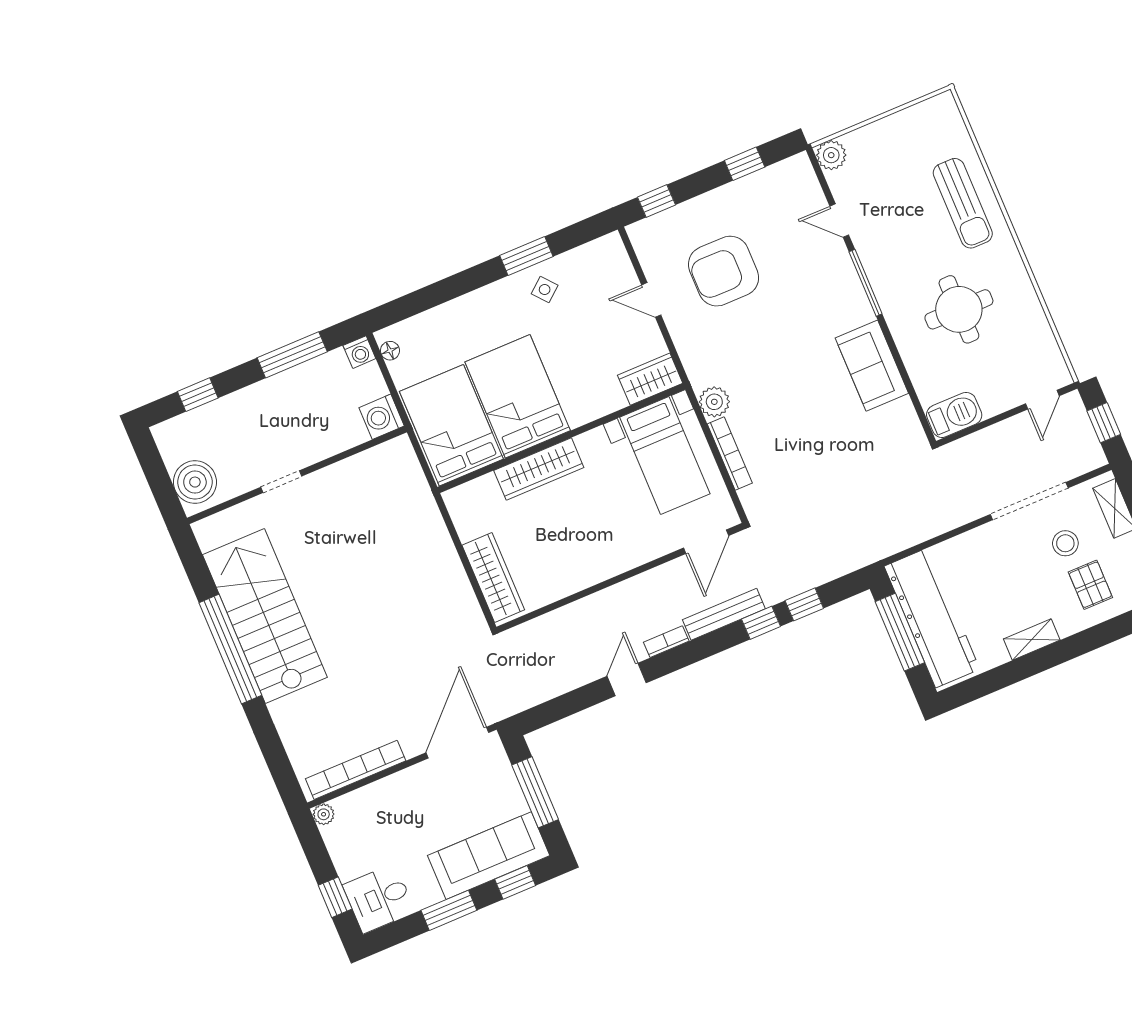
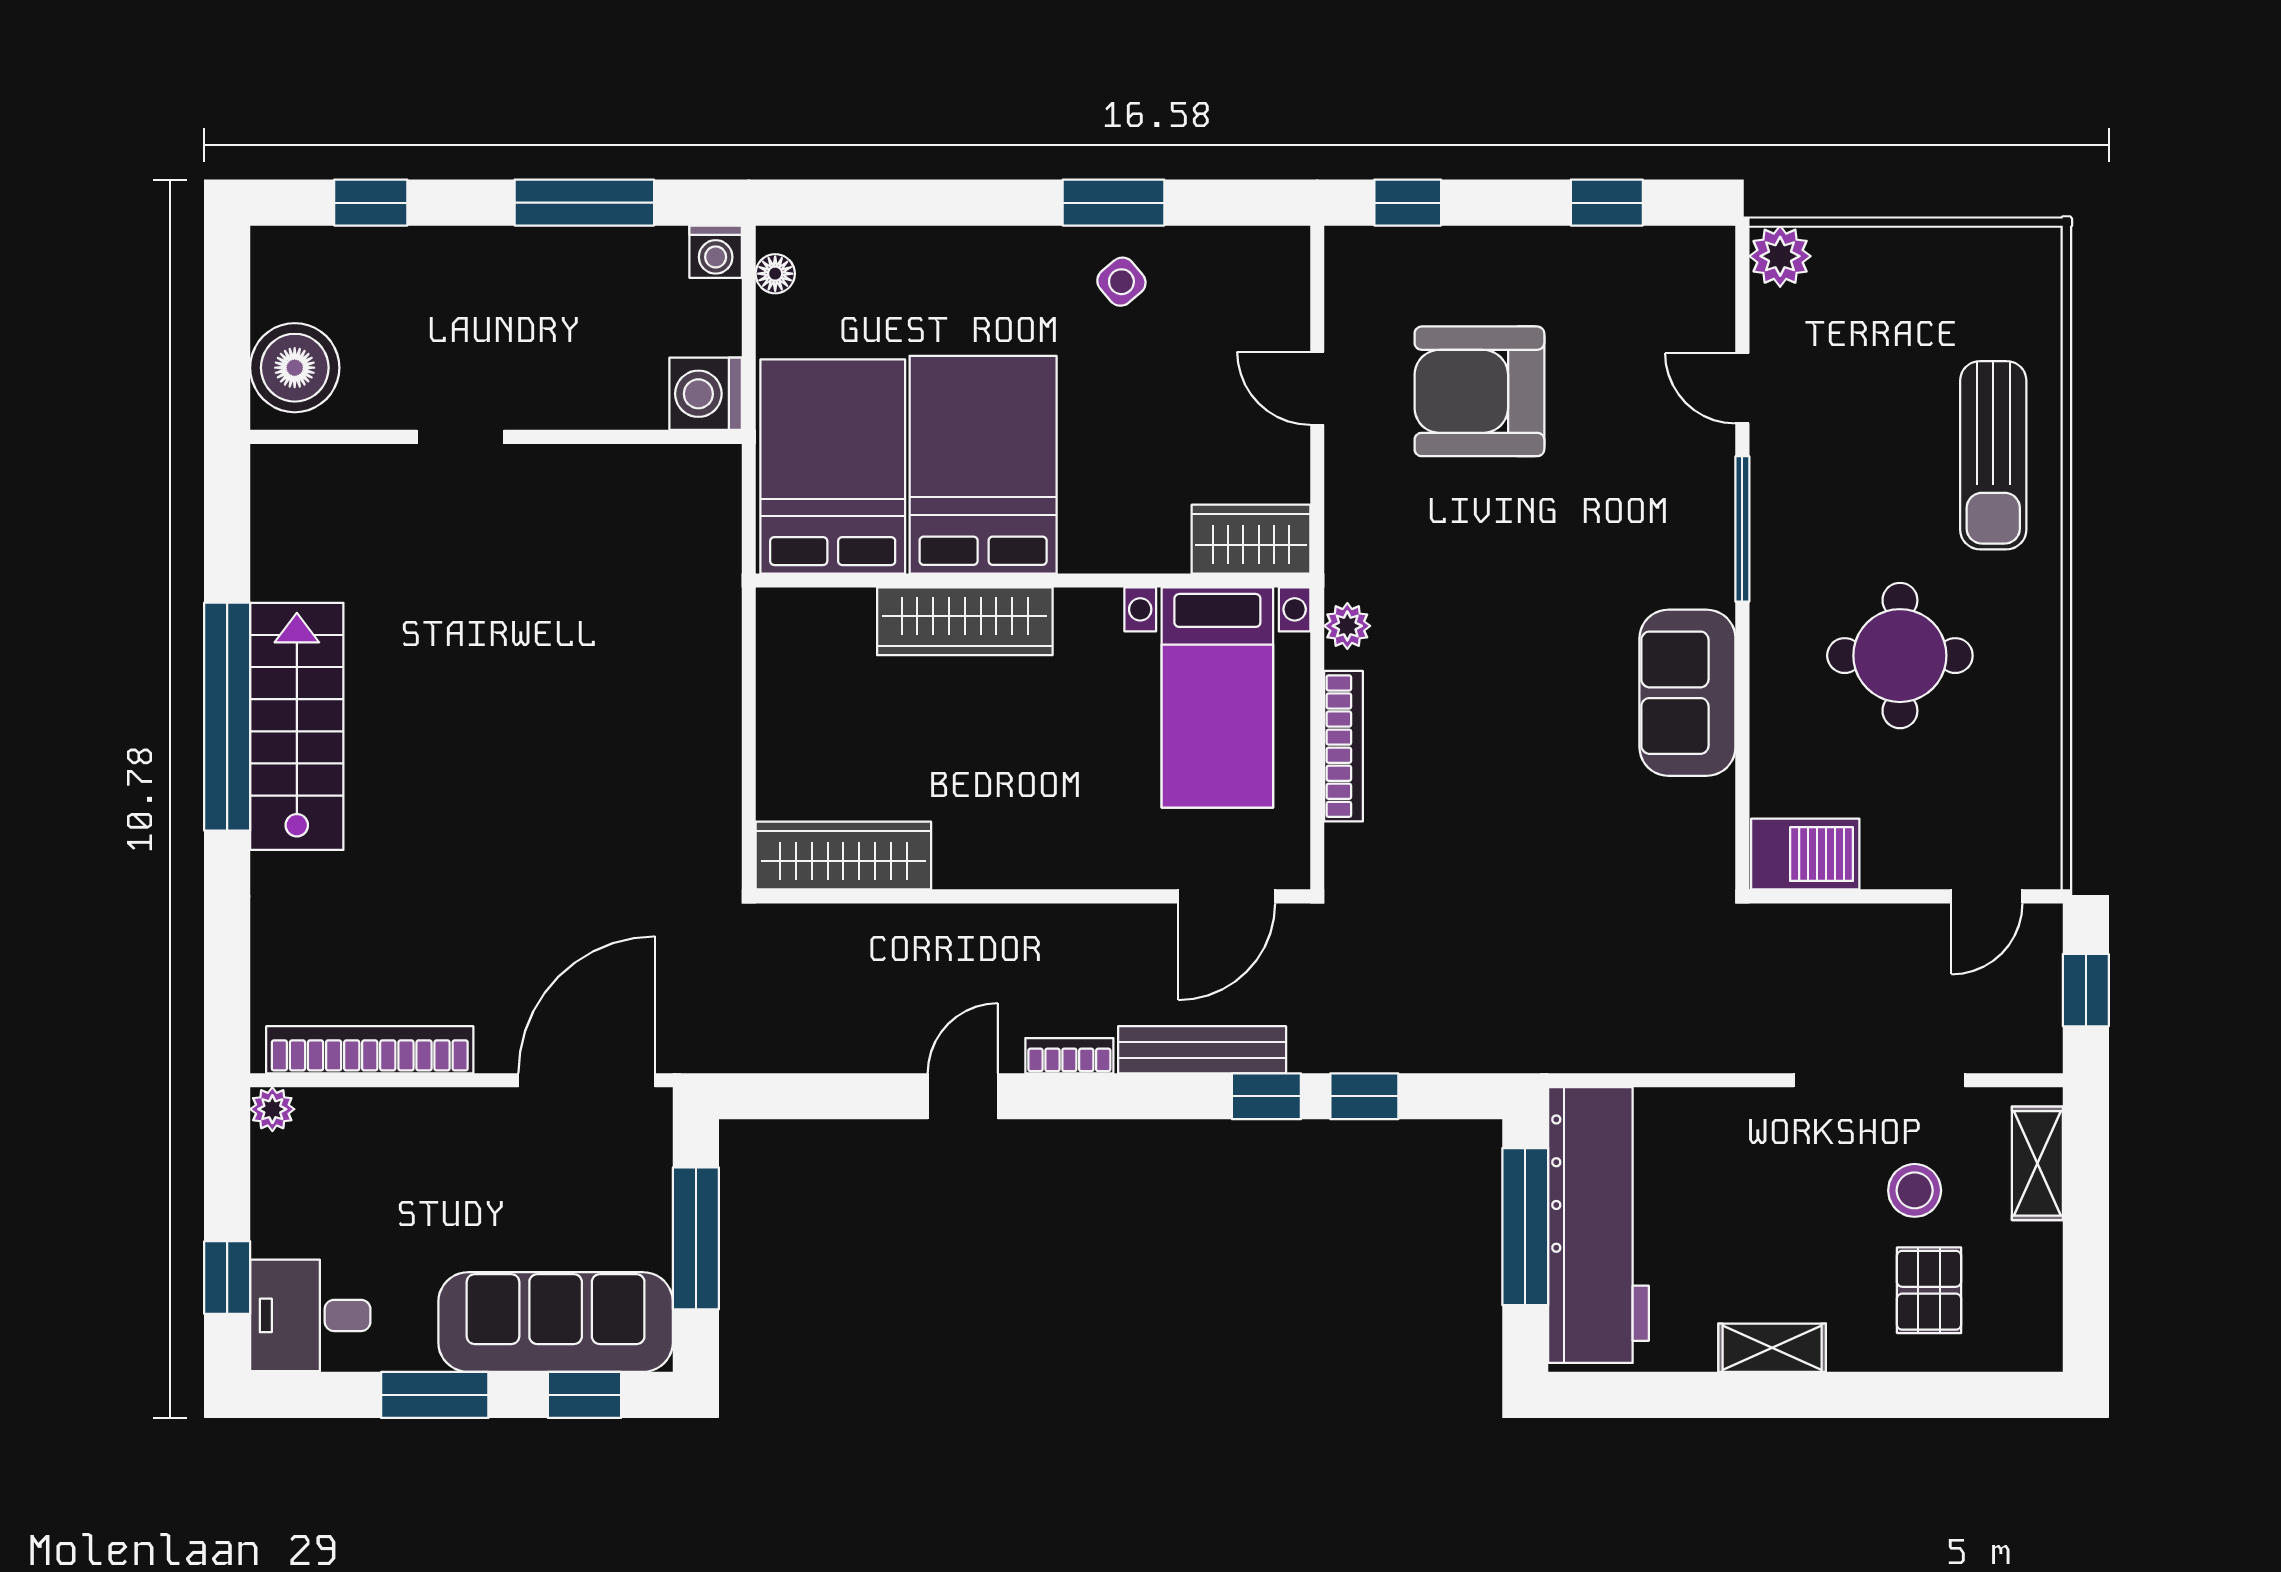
plant: (714, 402) -> (1347, 626), width x0.73, depth x0.73
wardrobe: (493, 578) -> (843, 856), moved, turned -90
stairs: (265, 616) -> (297, 726), width x0.73, depth x0.66

